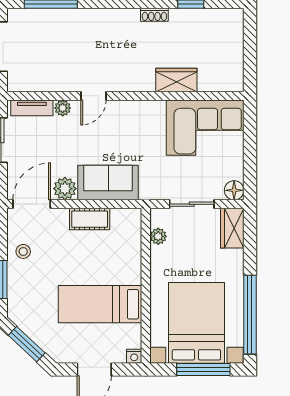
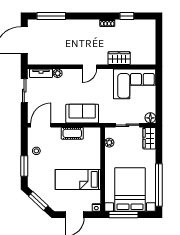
door: (93, 96) -> (90, 67), moved
plant: (65, 189) -> (59, 117), removed
window: (203, 369) -> (124, 215), moved

